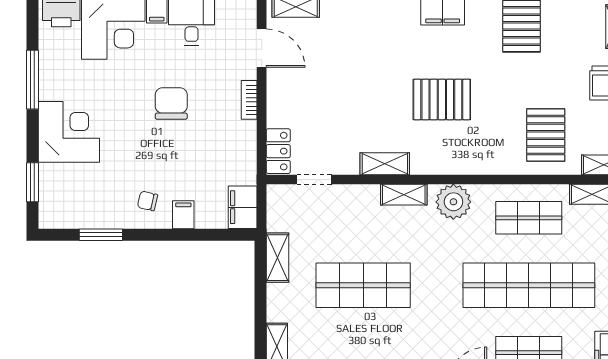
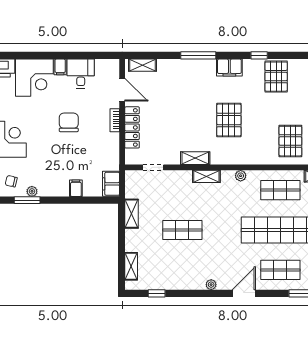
pallet: (442, 99) -> (229, 120), turned 90
locker: (278, 151) -> (132, 127), moved, width x1.53
chair: (148, 201) -> (11, 181), moved
plant: (453, 202) -> (241, 176), width x0.53, depth x0.53
plant: (109, 220) -> (32, 191), added
shop shelf: (363, 285) -> (182, 230), width x0.70, depth x0.74

